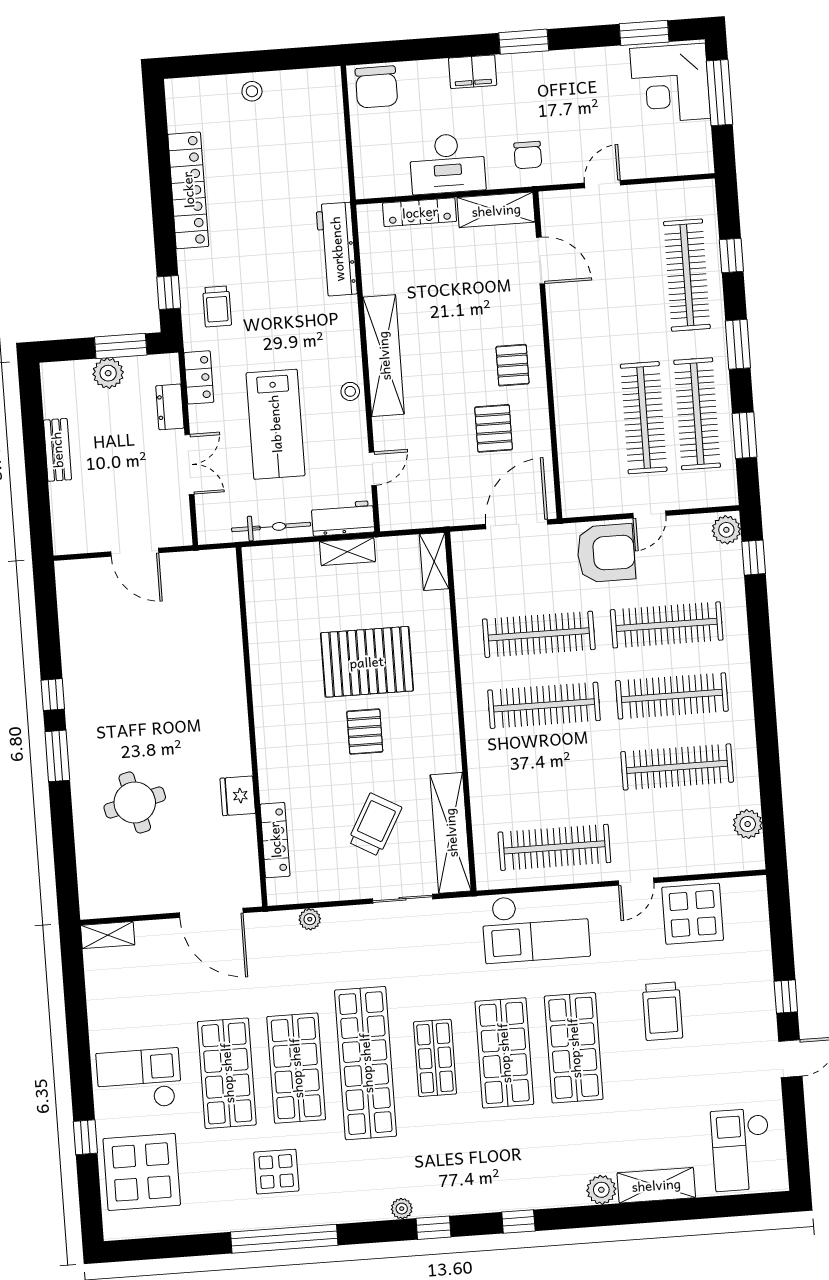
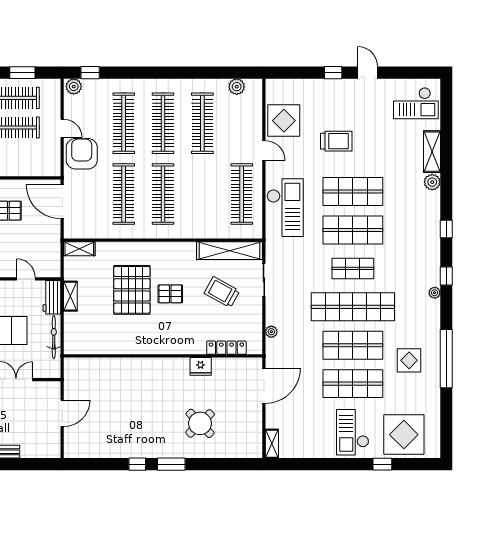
round table: (135, 802) -> (200, 423), turned -30

